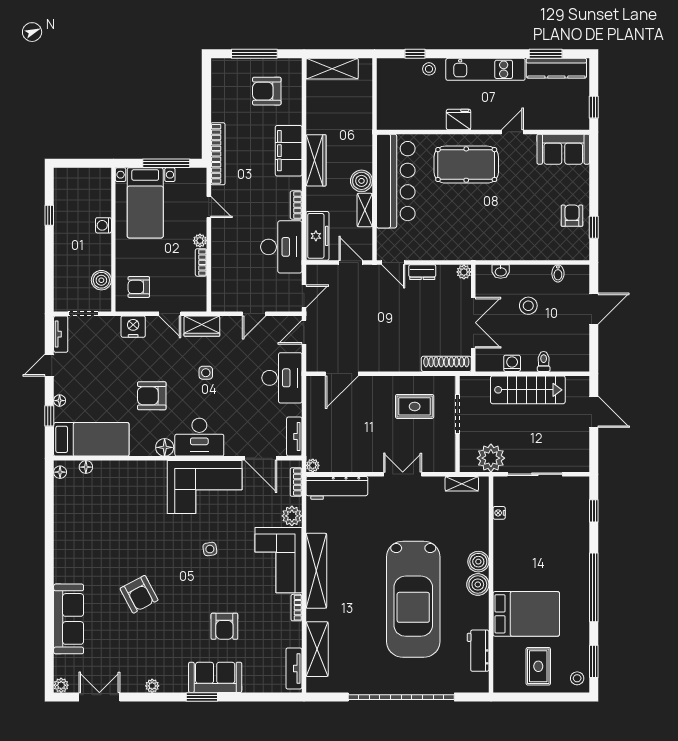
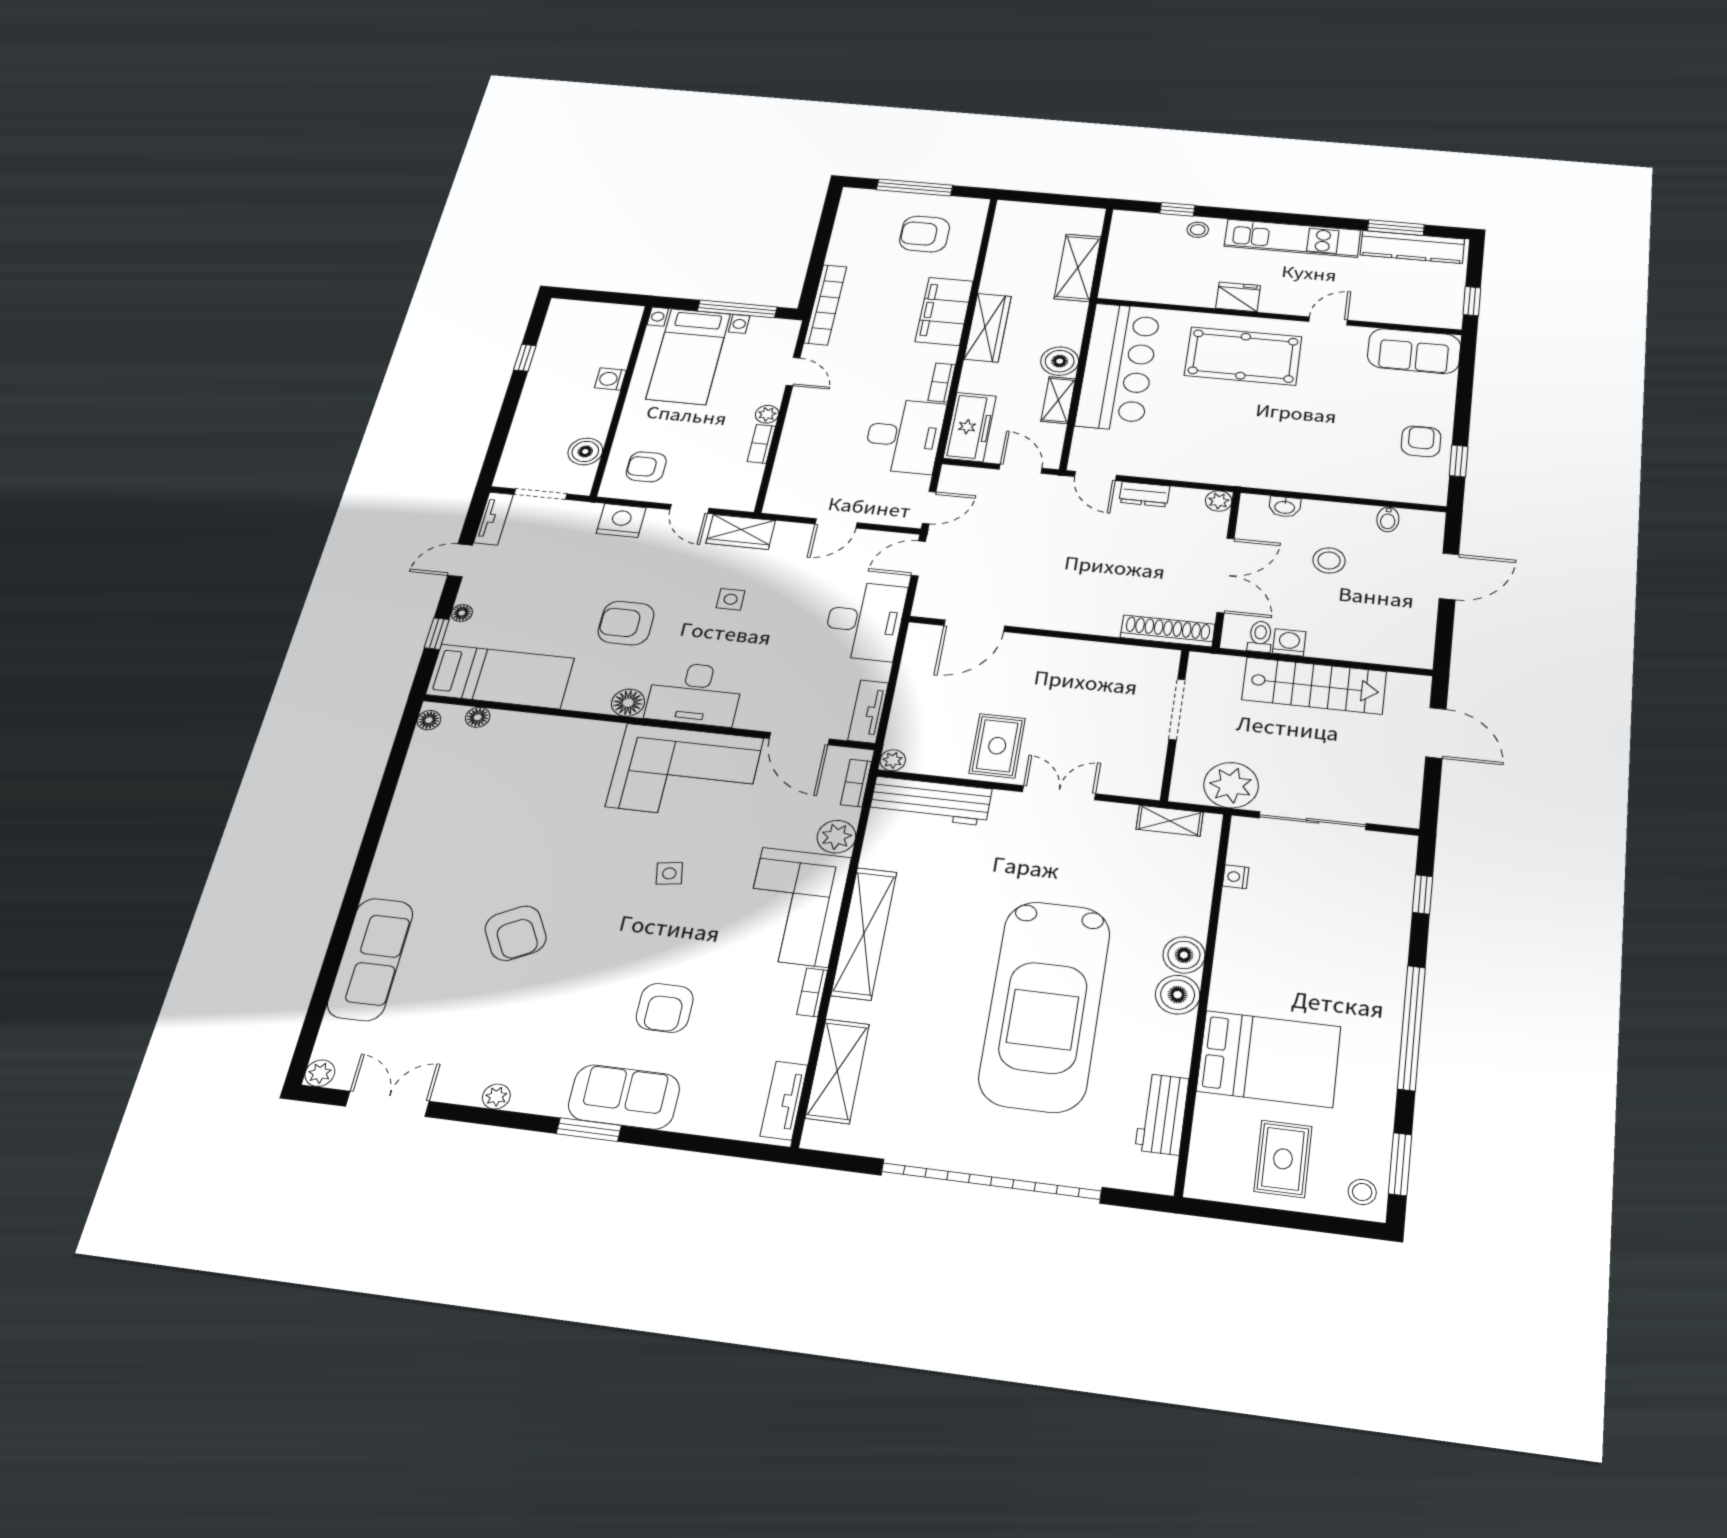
shelving: (332, 69) -> (1078, 268), moved, turned 90
toilet: (544, 361) -> (1260, 637), moved
rug: (415, 406) -> (997, 746), moved, turned 90

